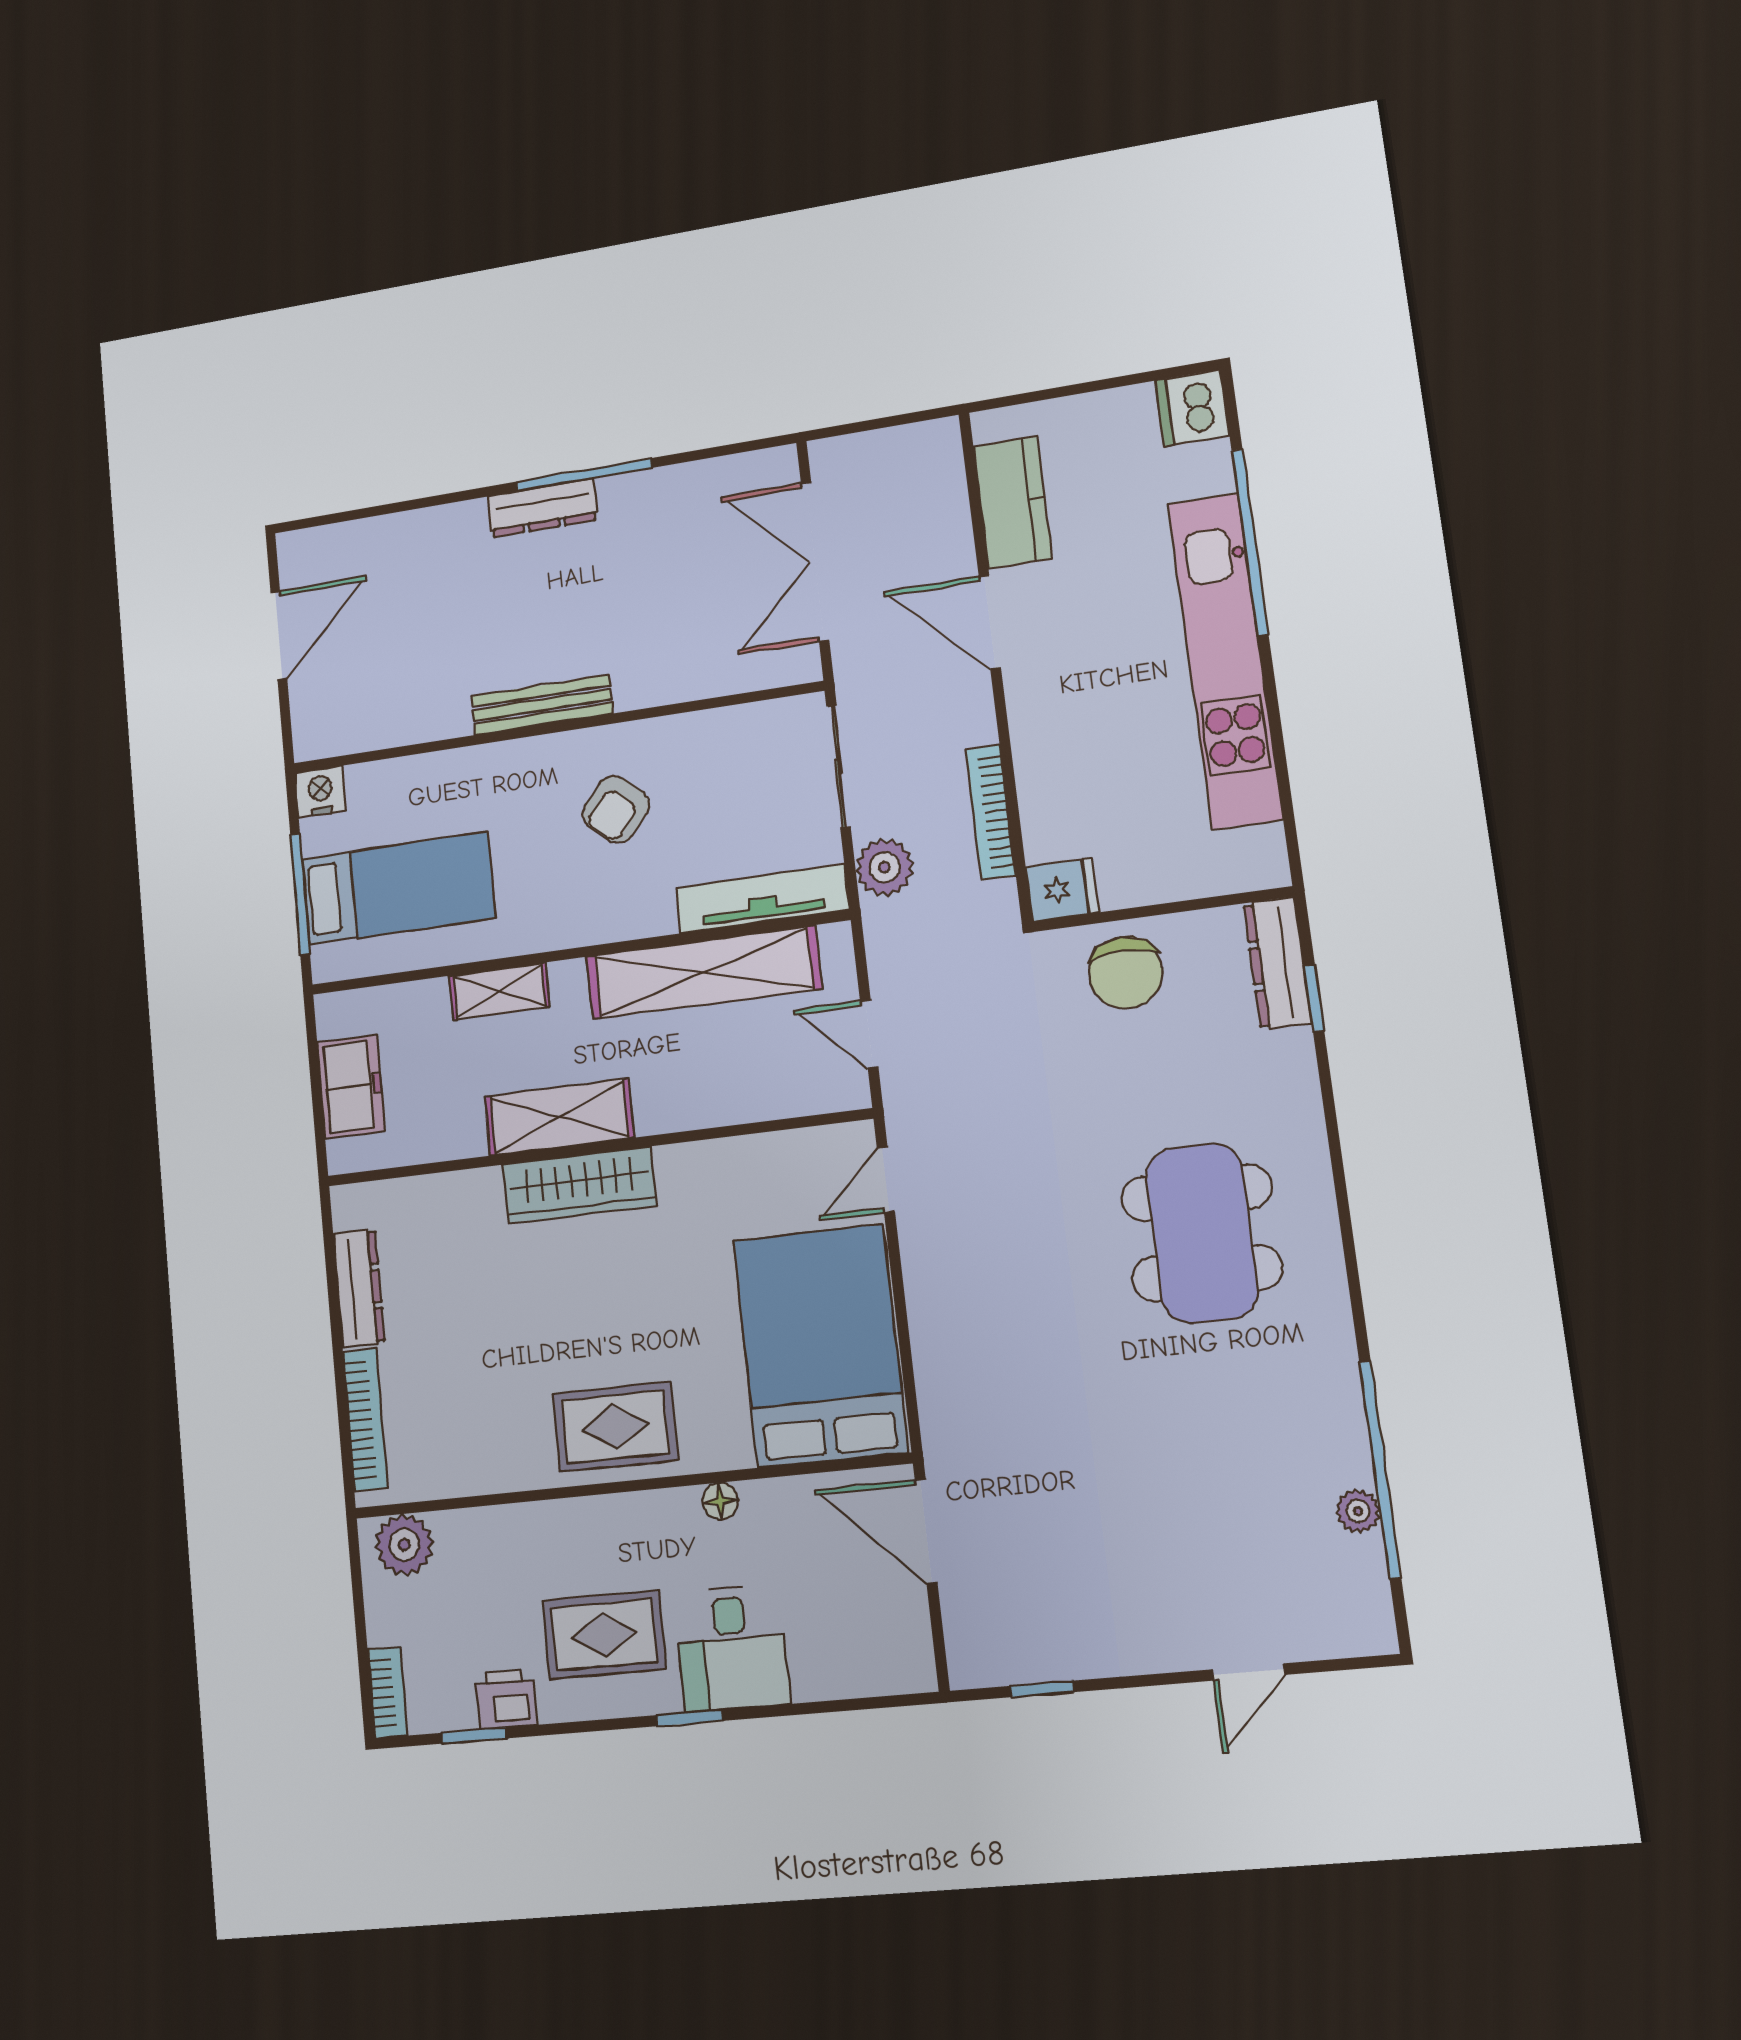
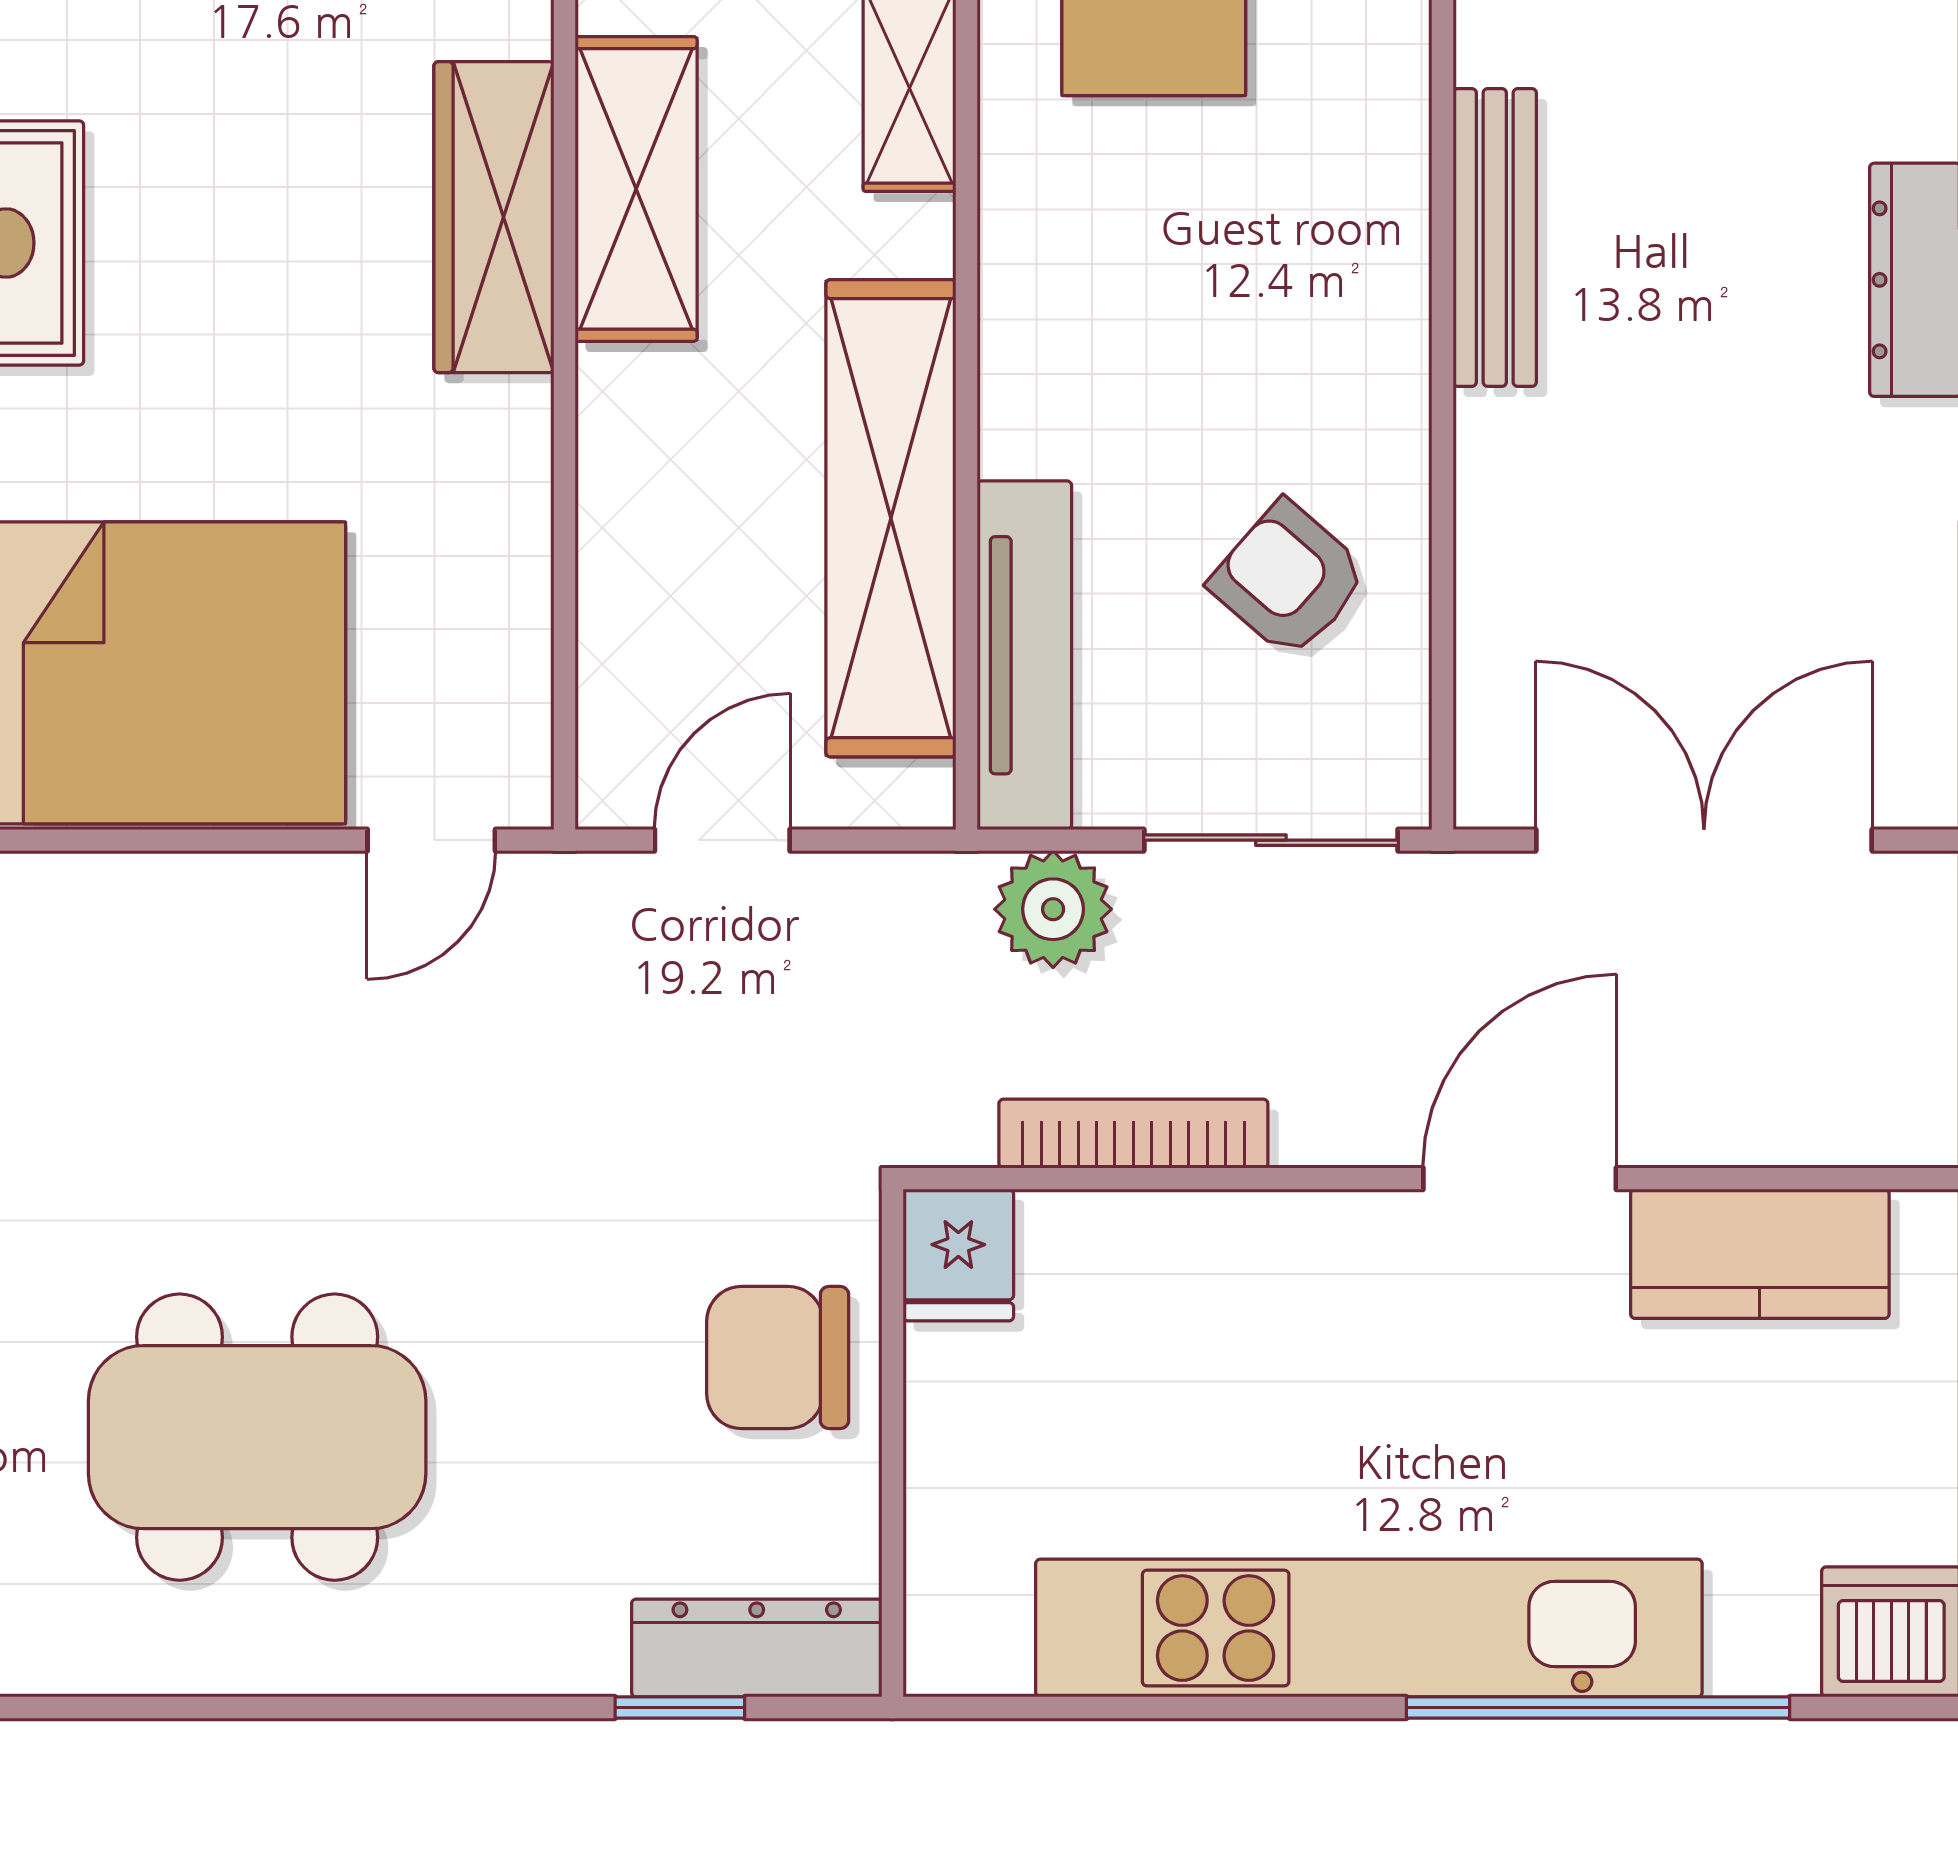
armchair: (616, 809) -> (1289, 579), moved
door: (886, 1179) -> (431, 840), swing flipped

